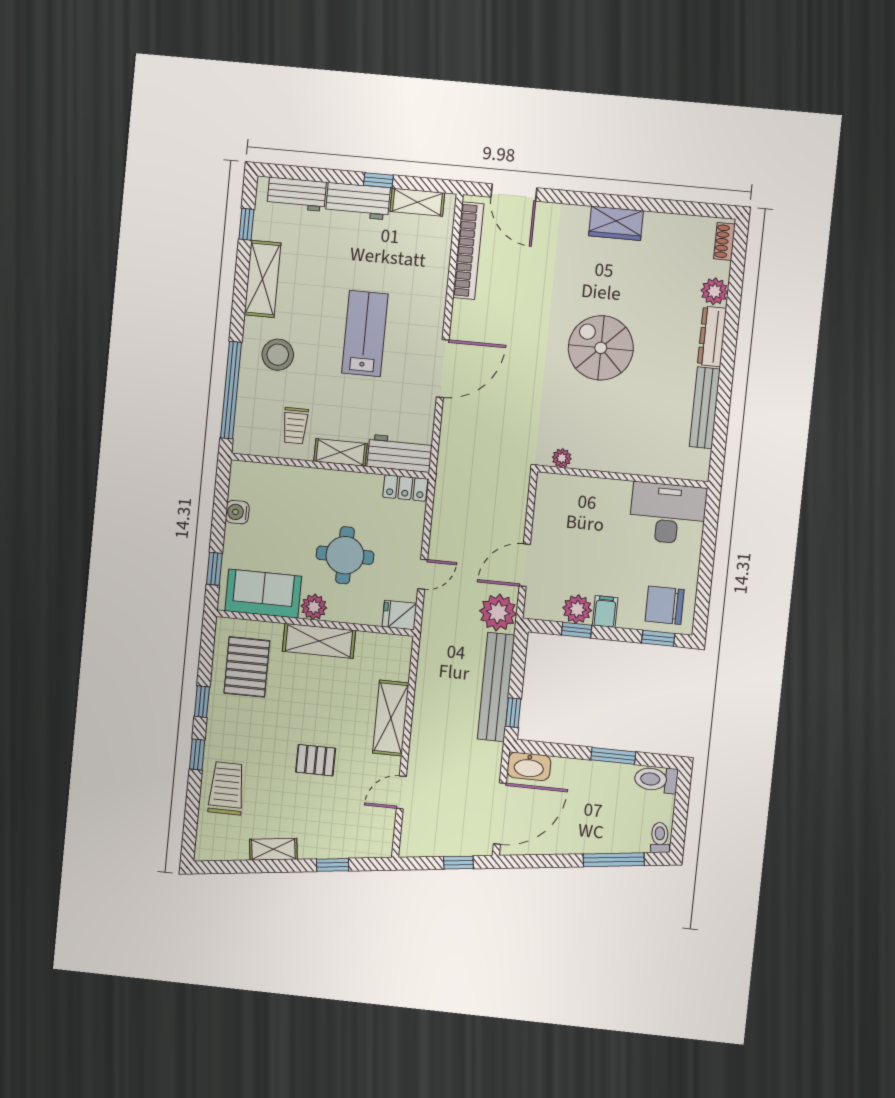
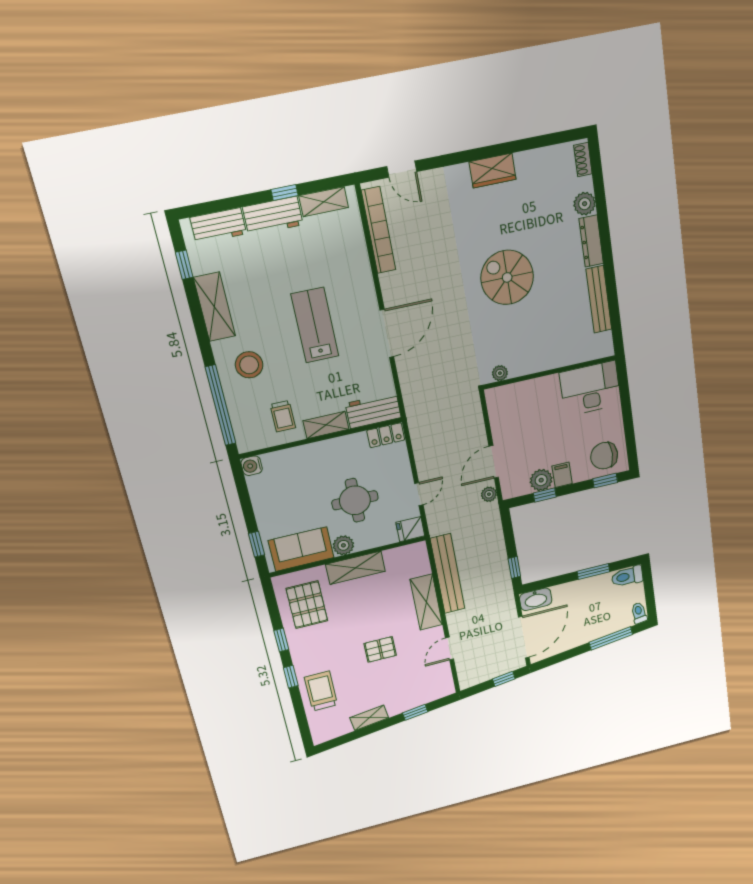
door: (514, 192) -> (402, 169), width x0.73
water cooler: (237, 512) -> (252, 466), moved
plant: (498, 612) -> (489, 494), width x0.53, depth x0.53
bench: (496, 687) -> (448, 574), moved

